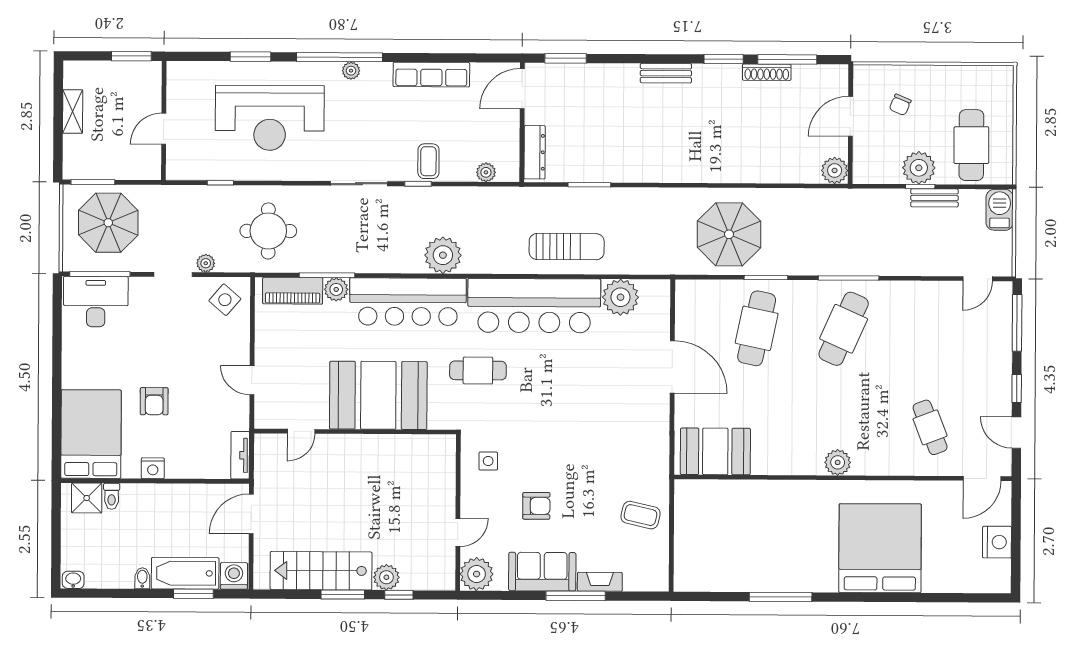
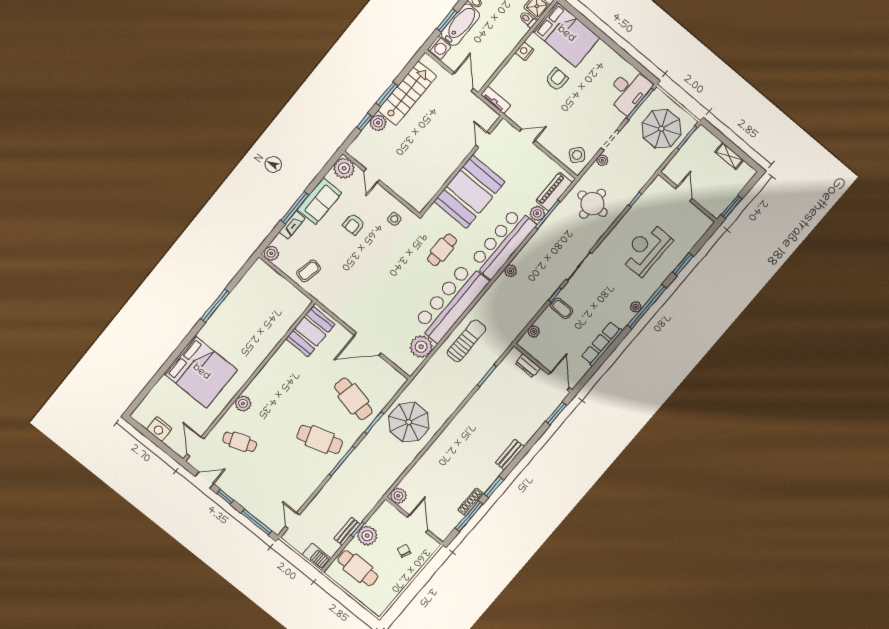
reception desk: (270, 118) -> (646, 249), width x0.74, depth x0.77
dresser: (535, 152) -> (528, 366), width x0.70
sun lounger: (567, 247) -> (466, 341), turned 180
plant: (443, 255) -> (510, 271), width x0.53, depth x0.53
cafe table: (844, 329) -> (320, 439), turned -42
armchair: (154, 401) -> (557, 79), turned 90
plant: (838, 462) -> (243, 403), moved
plant: (657, 579) -> (271, 253), added

